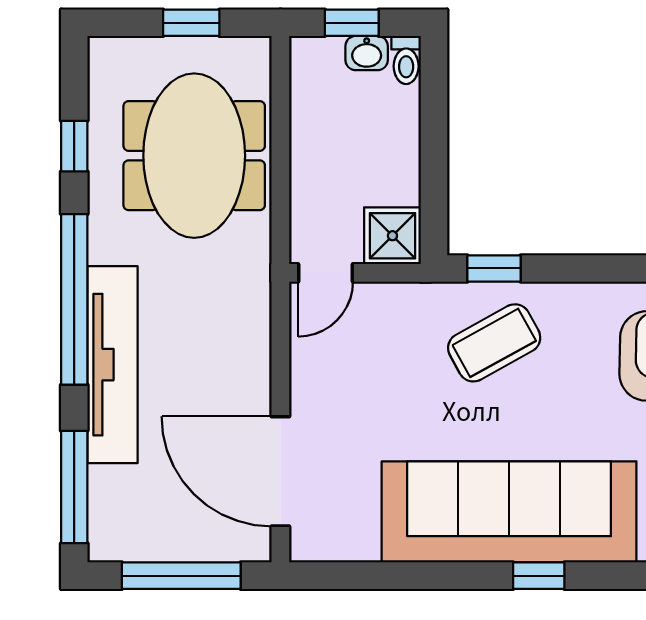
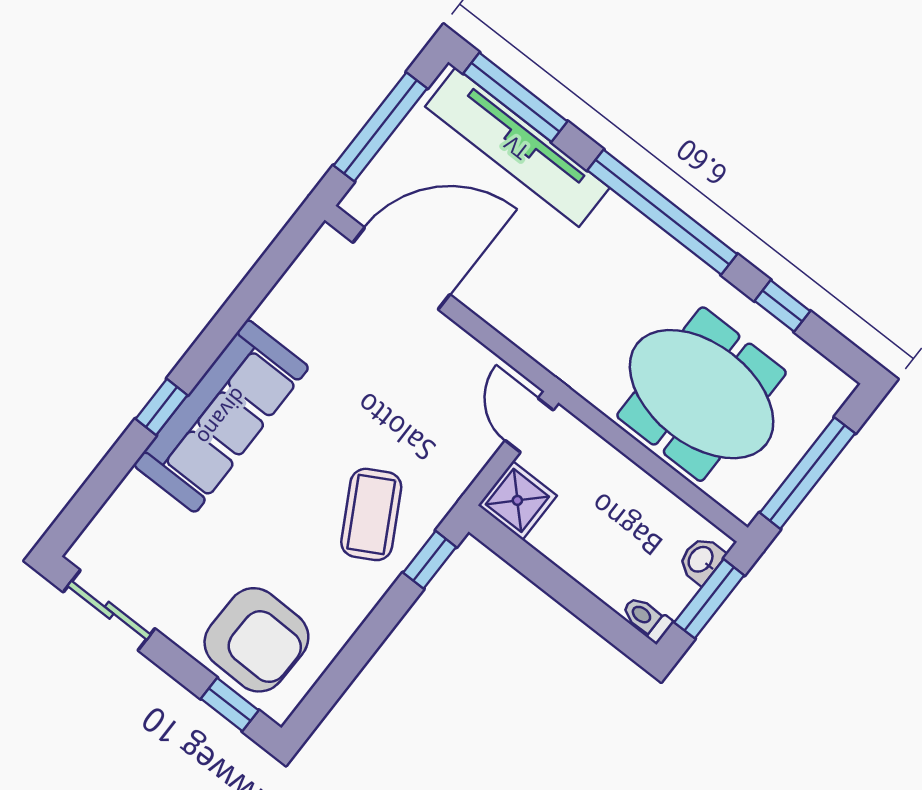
window: (191, 23) -> (807, 473), width x2.17
window: (352, 23) -> (709, 599), width x1.50
washbasin: (367, 53) -> (701, 560), moved
tv unit: (113, 365) -> (517, 147), moved
sofa: (509, 512) -> (221, 416), width x0.74, depth x0.79

